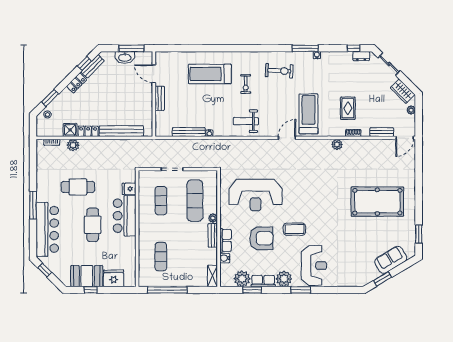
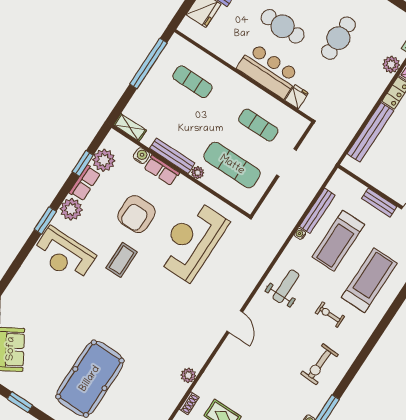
treadmill: (308, 114) -> (338, 241), moved, turned 90
bench: (213, 235) -> (172, 156), width x1.36

